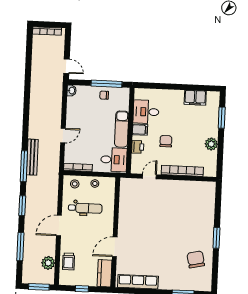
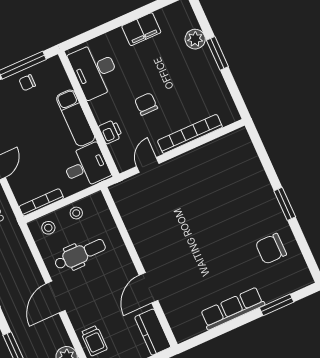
filing cabinet: (195, 98) -> (141, 29), moved
desk: (146, 112) -> (95, 70), width x1.37
window: (222, 118) -> (217, 53), moved
filing cabinet: (140, 130) -> (102, 106), removed
plant: (211, 144) -> (195, 39), moved
chair: (196, 259) -> (271, 249), turned -78
row of seats: (138, 282) -> (232, 308), moved

